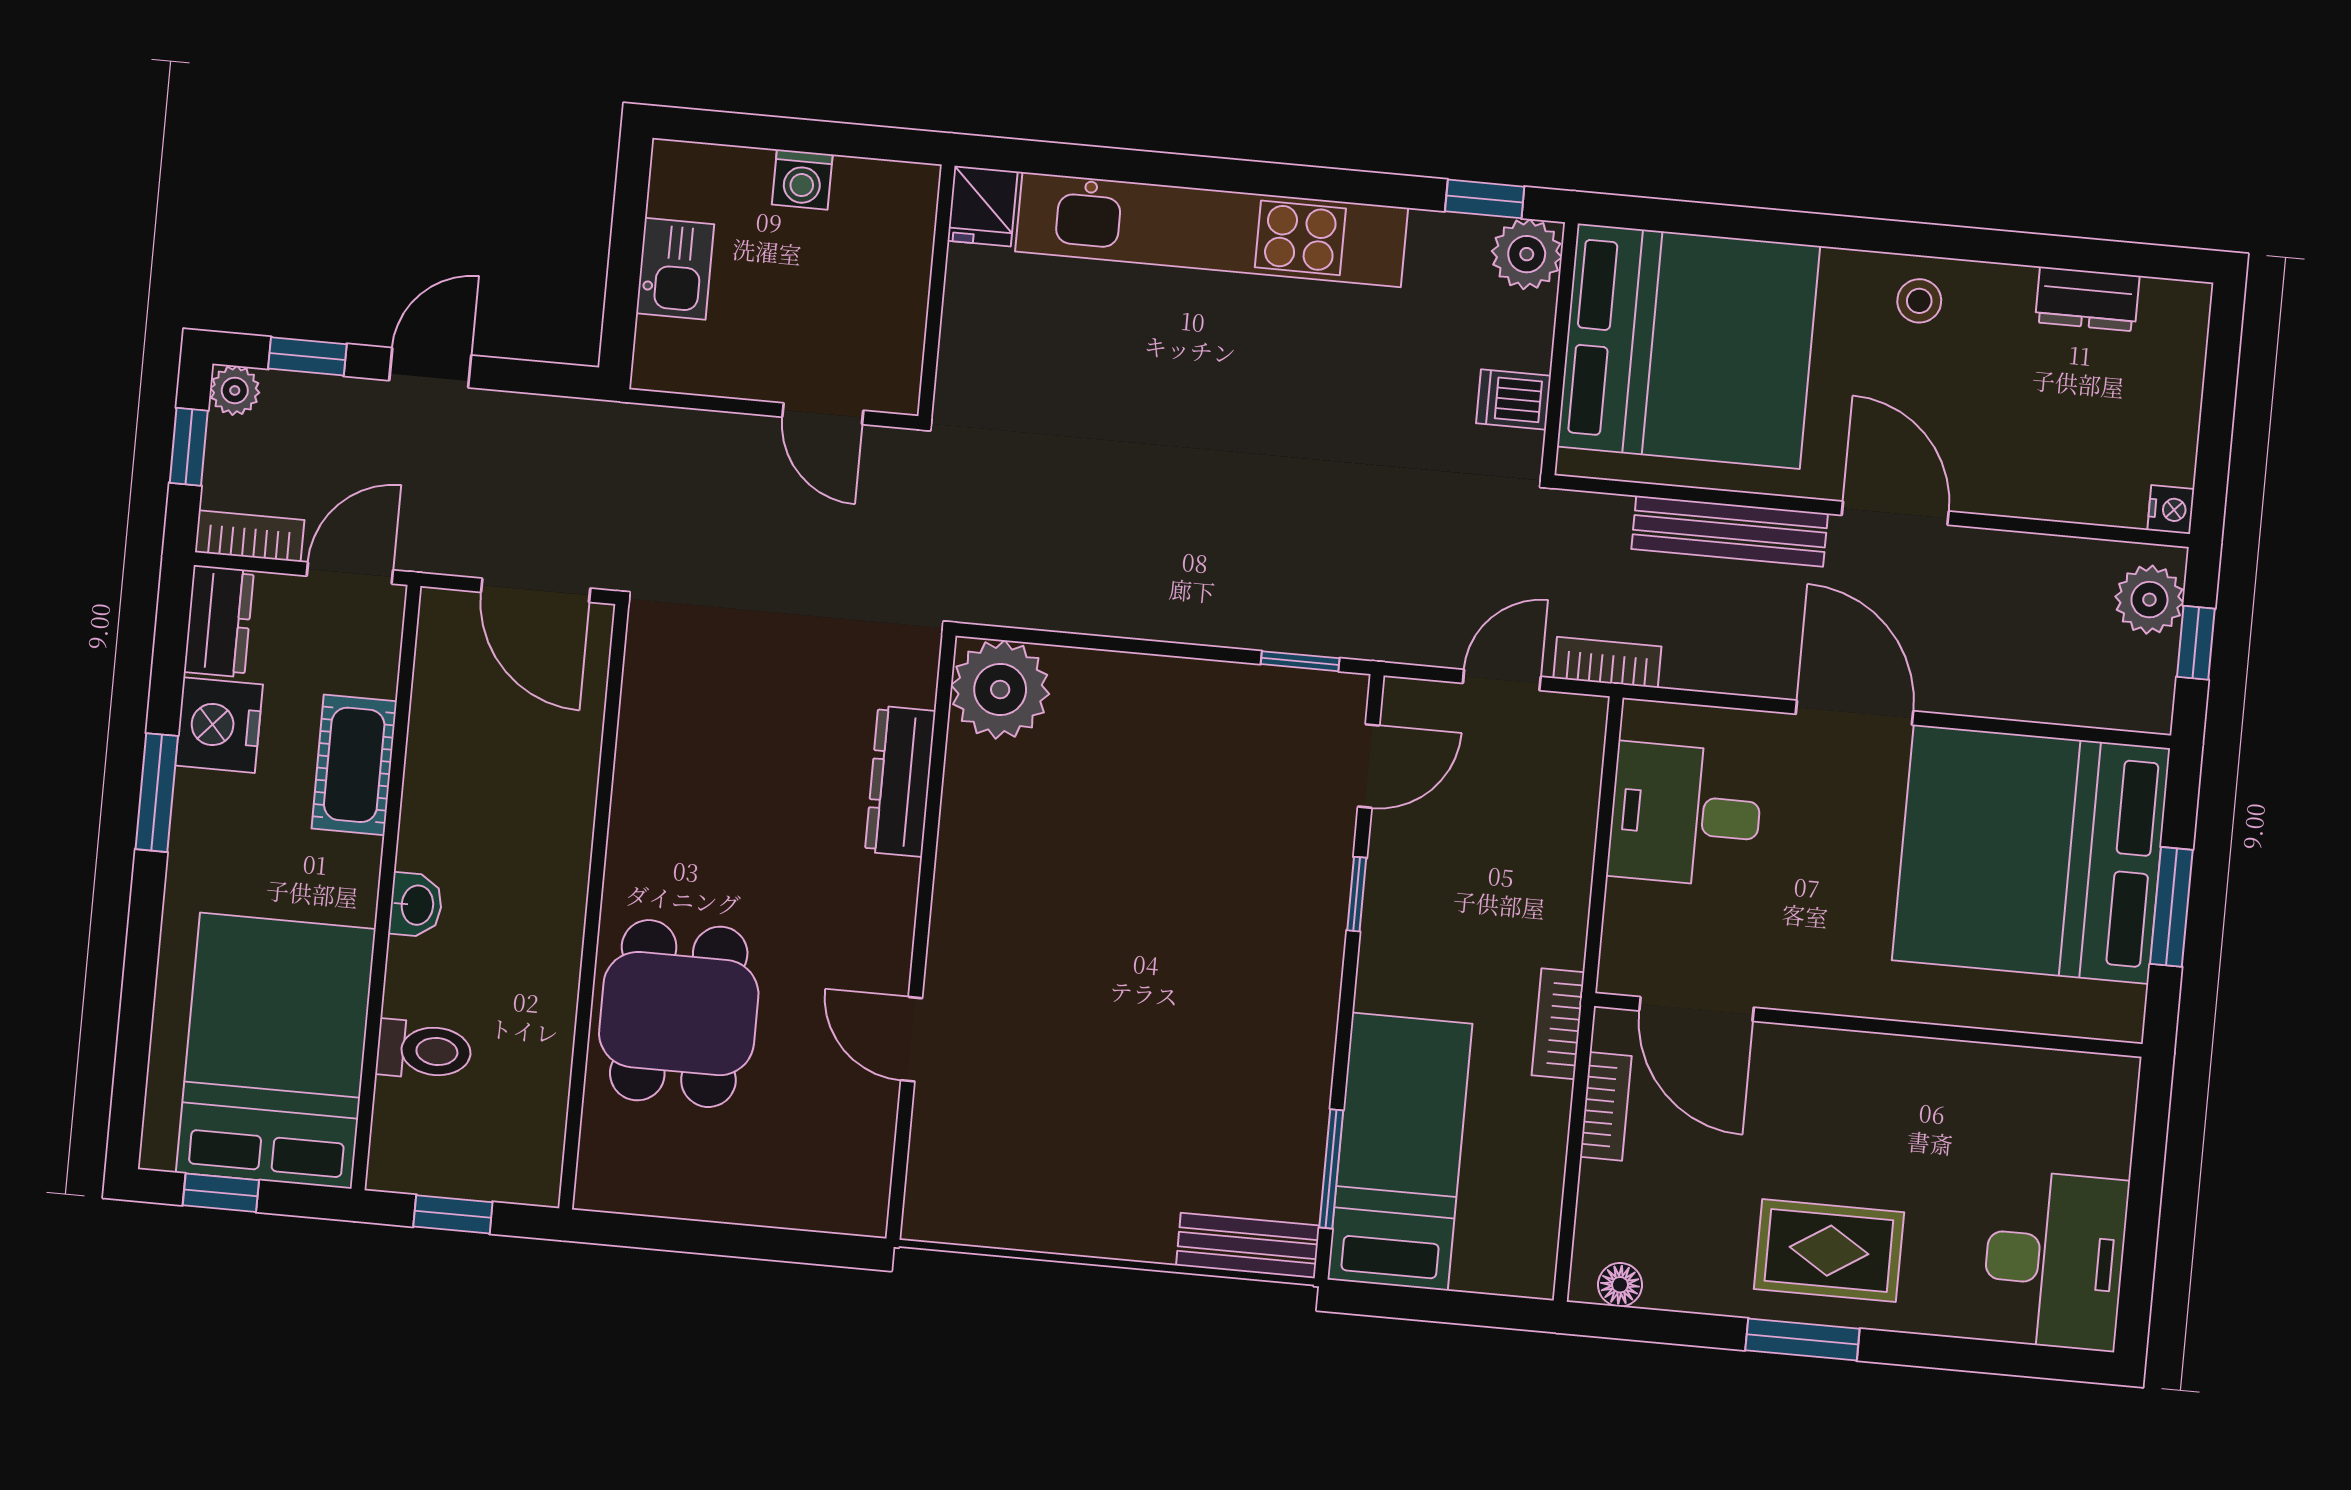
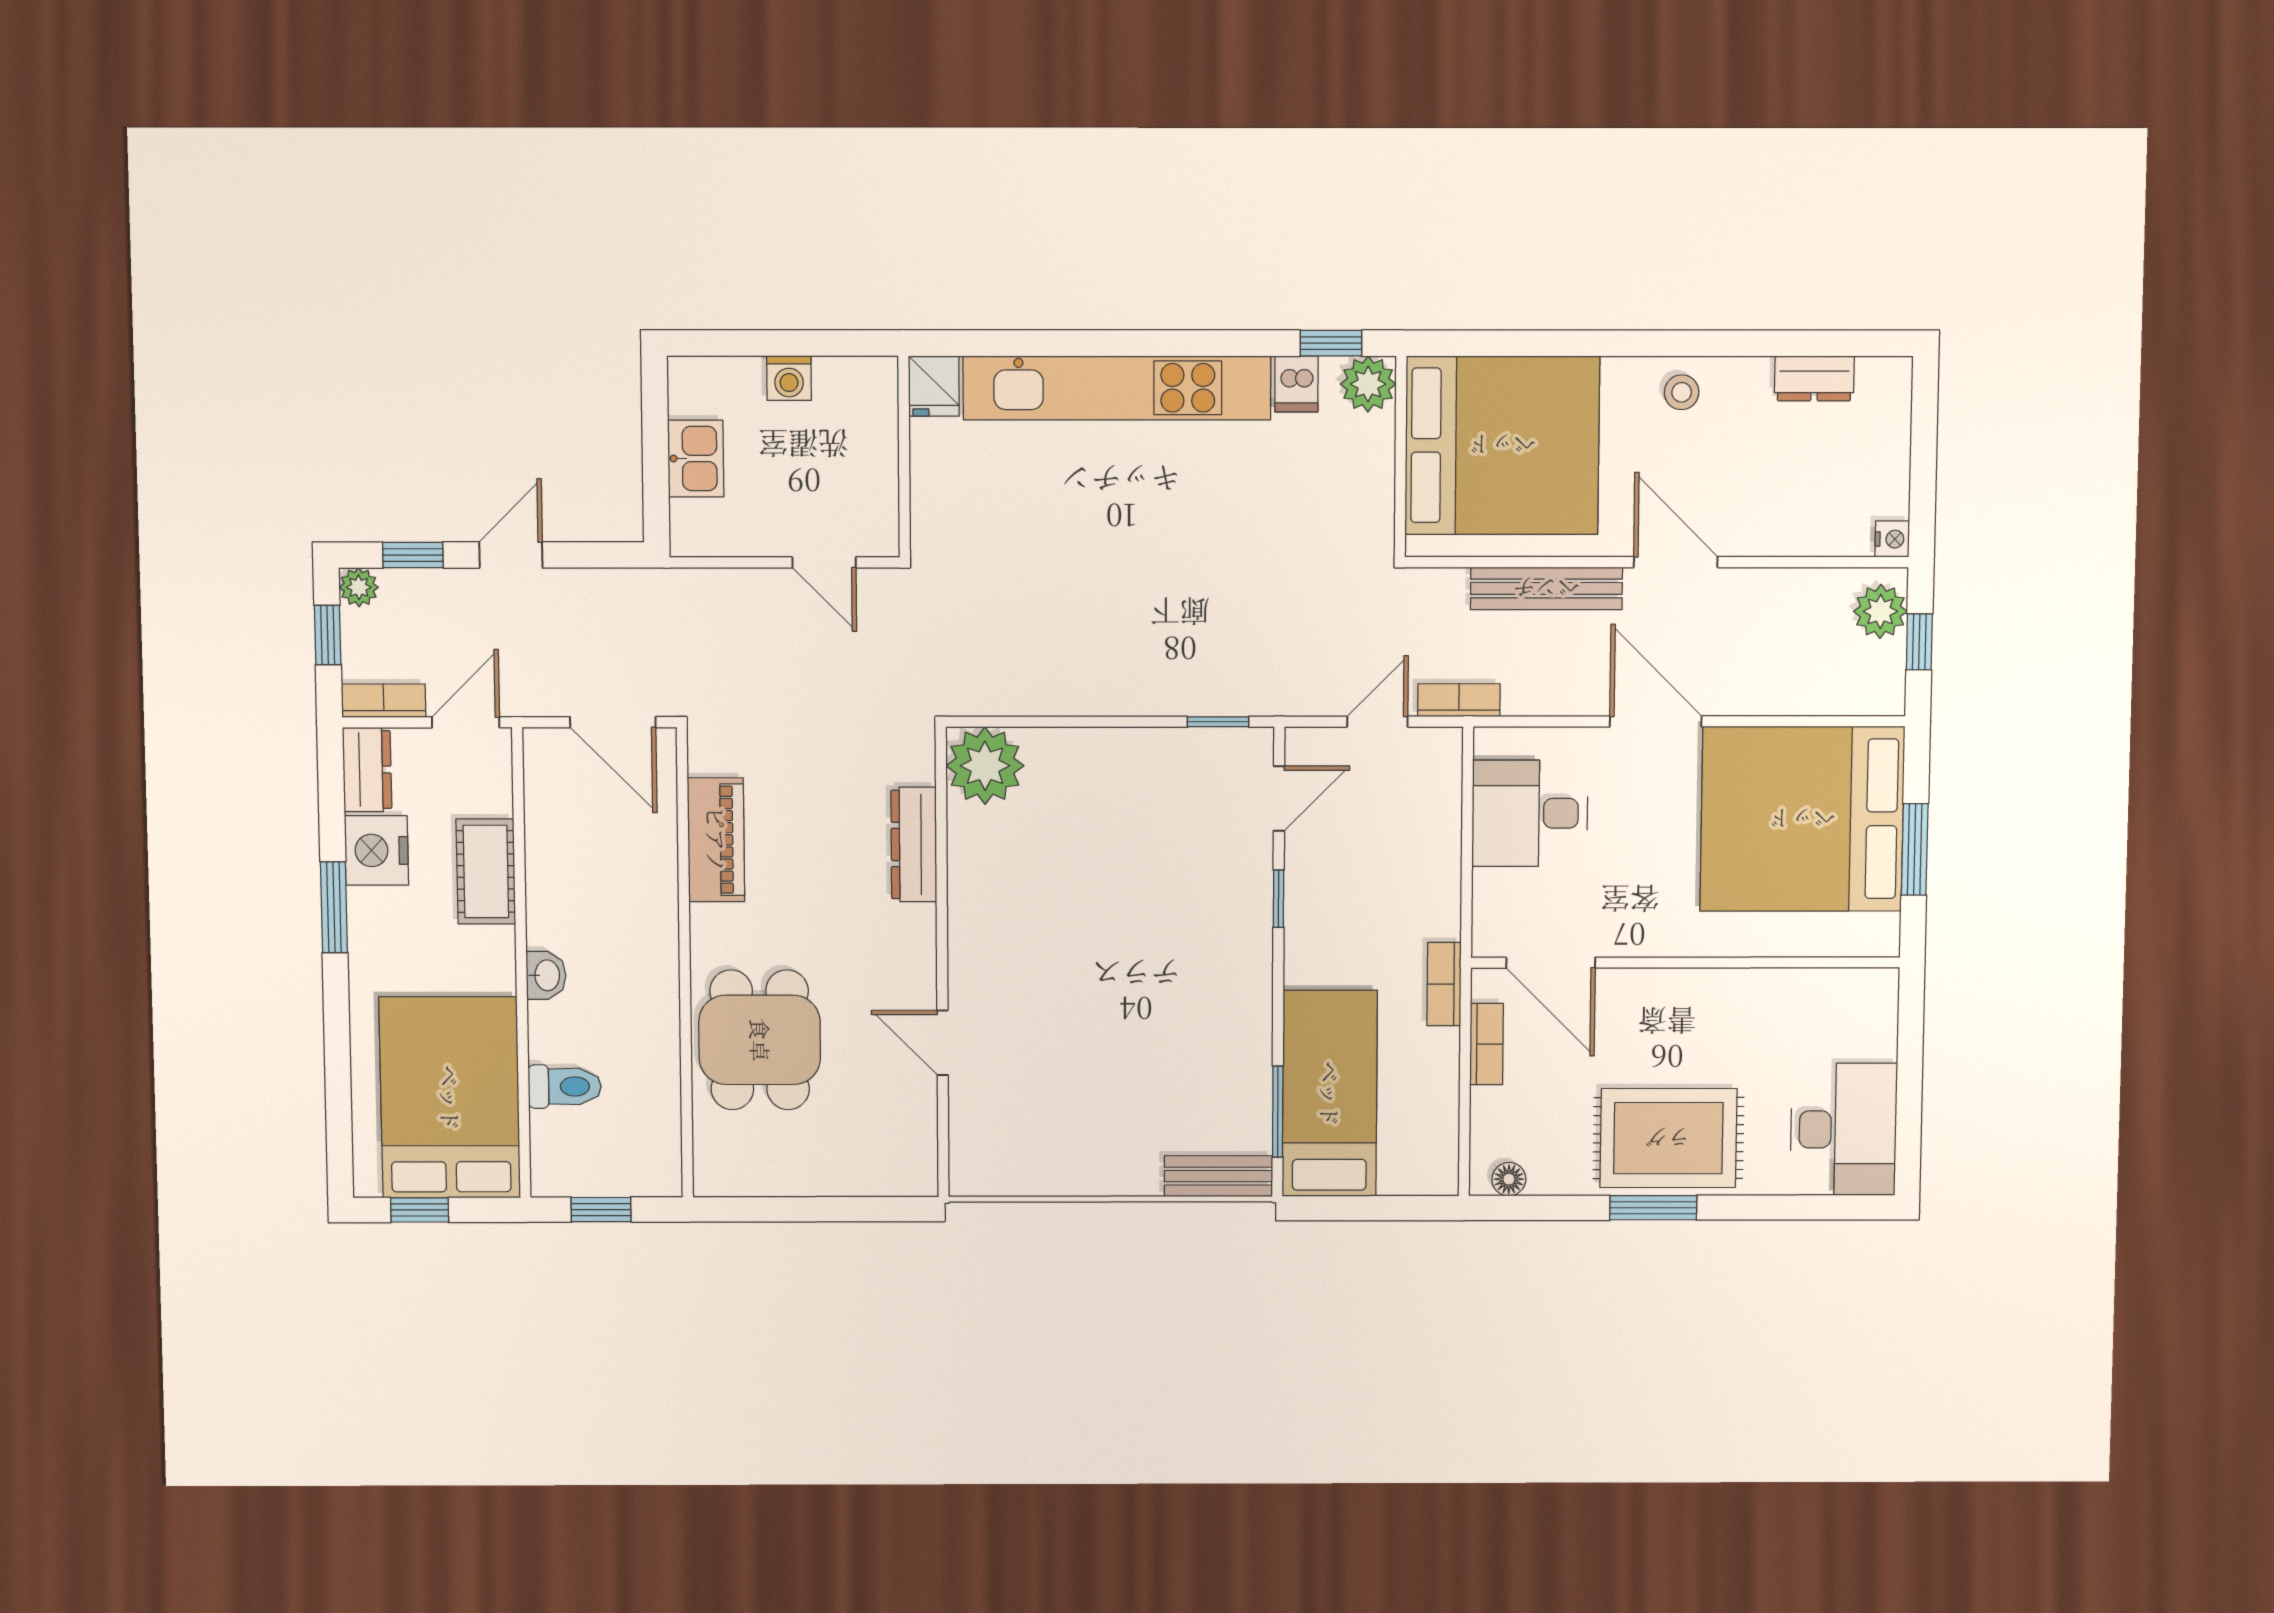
dishwasher: (1513, 399) -> (1296, 384), moved, turned -90
piano: (650, 752) -> (716, 840), added
rug: (1829, 1251) -> (1668, 1138), width x1.36, depth x1.43

